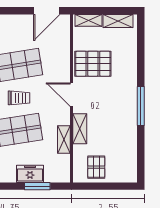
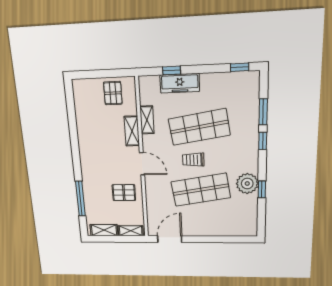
pallet: (93, 64) -> (124, 193), width x0.67, depth x0.71
window: (141, 106) -> (80, 199), moved
freezer: (30, 174) -> (180, 83), width x1.40
window: (37, 186) -> (172, 70), width x0.67

